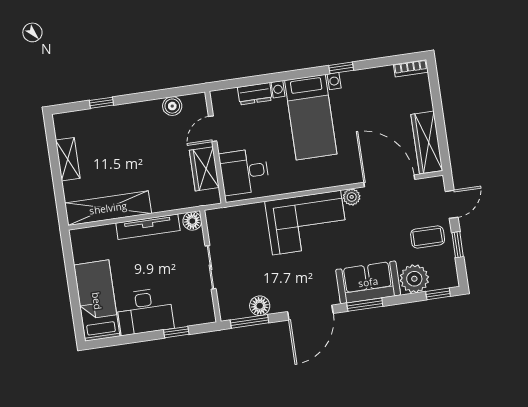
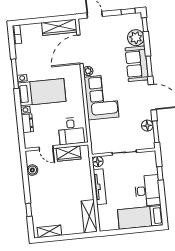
window: (341, 68) -> (15, 74), width x2.17
shelving: (68, 159) -> (49, 231), moved
shelving: (108, 208) -> (89, 216), width x0.68
coffee table: (428, 237) -> (113, 29), removed
window: (458, 245) -> (128, 11), moved

